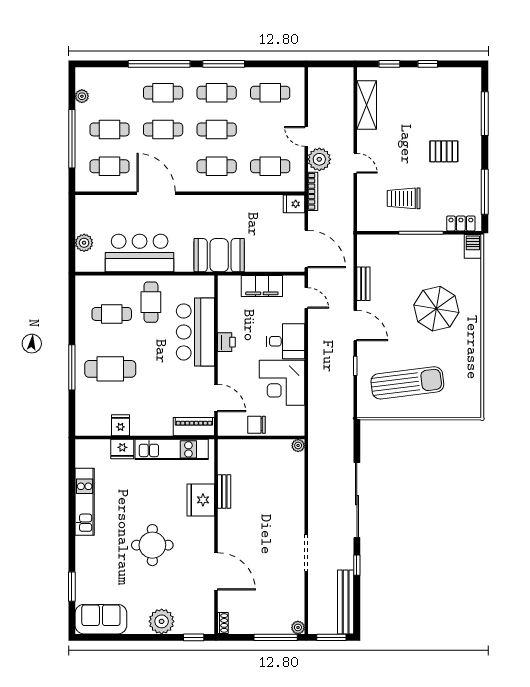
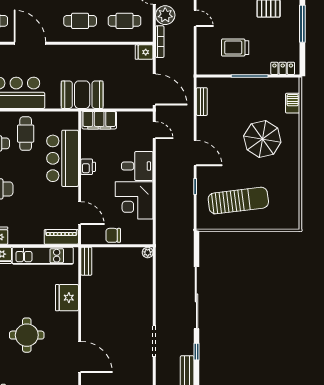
window: (485, 192) -> (302, 24), moved
barbecue: (473, 246) -> (293, 103), moved
bench: (363, 284) -> (202, 102), moved
filing cabinet: (262, 286) -> (99, 120), moved
bench: (224, 492) -> (86, 261), moved

